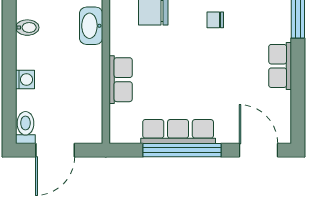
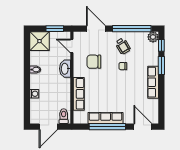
row of seats: (280, 66) -> (153, 82), width x1.48
row of seats: (121, 80) -> (79, 94), width x1.48
toilet: (25, 127) -> (64, 116), moved

